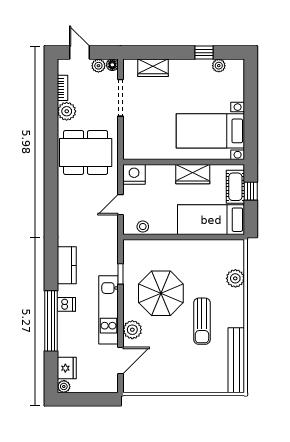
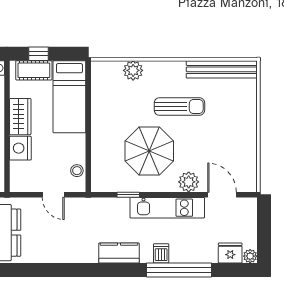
nightstand: (134, 174) -> (20, 148), moved

